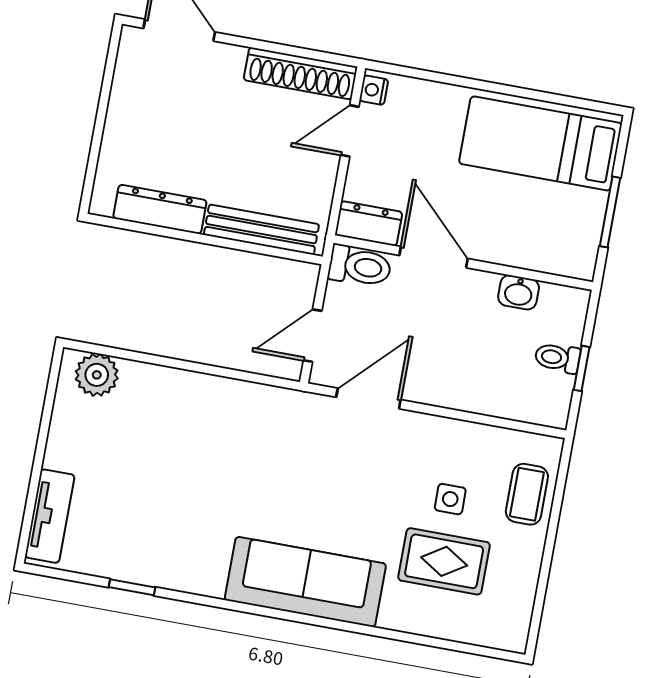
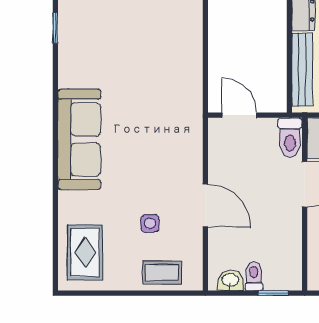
washbasin: (519, 292) -> (230, 280), moved, turned 90
window: (582, 368) -> (273, 293), moved
door: (368, 398) -> (205, 205), moved
rug: (444, 561) -> (85, 252), moved

